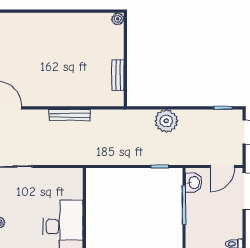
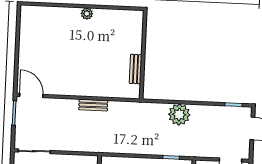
plant: (118, 19) -> (87, 14), moved
bench: (70, 115) -> (93, 105), width x0.73

